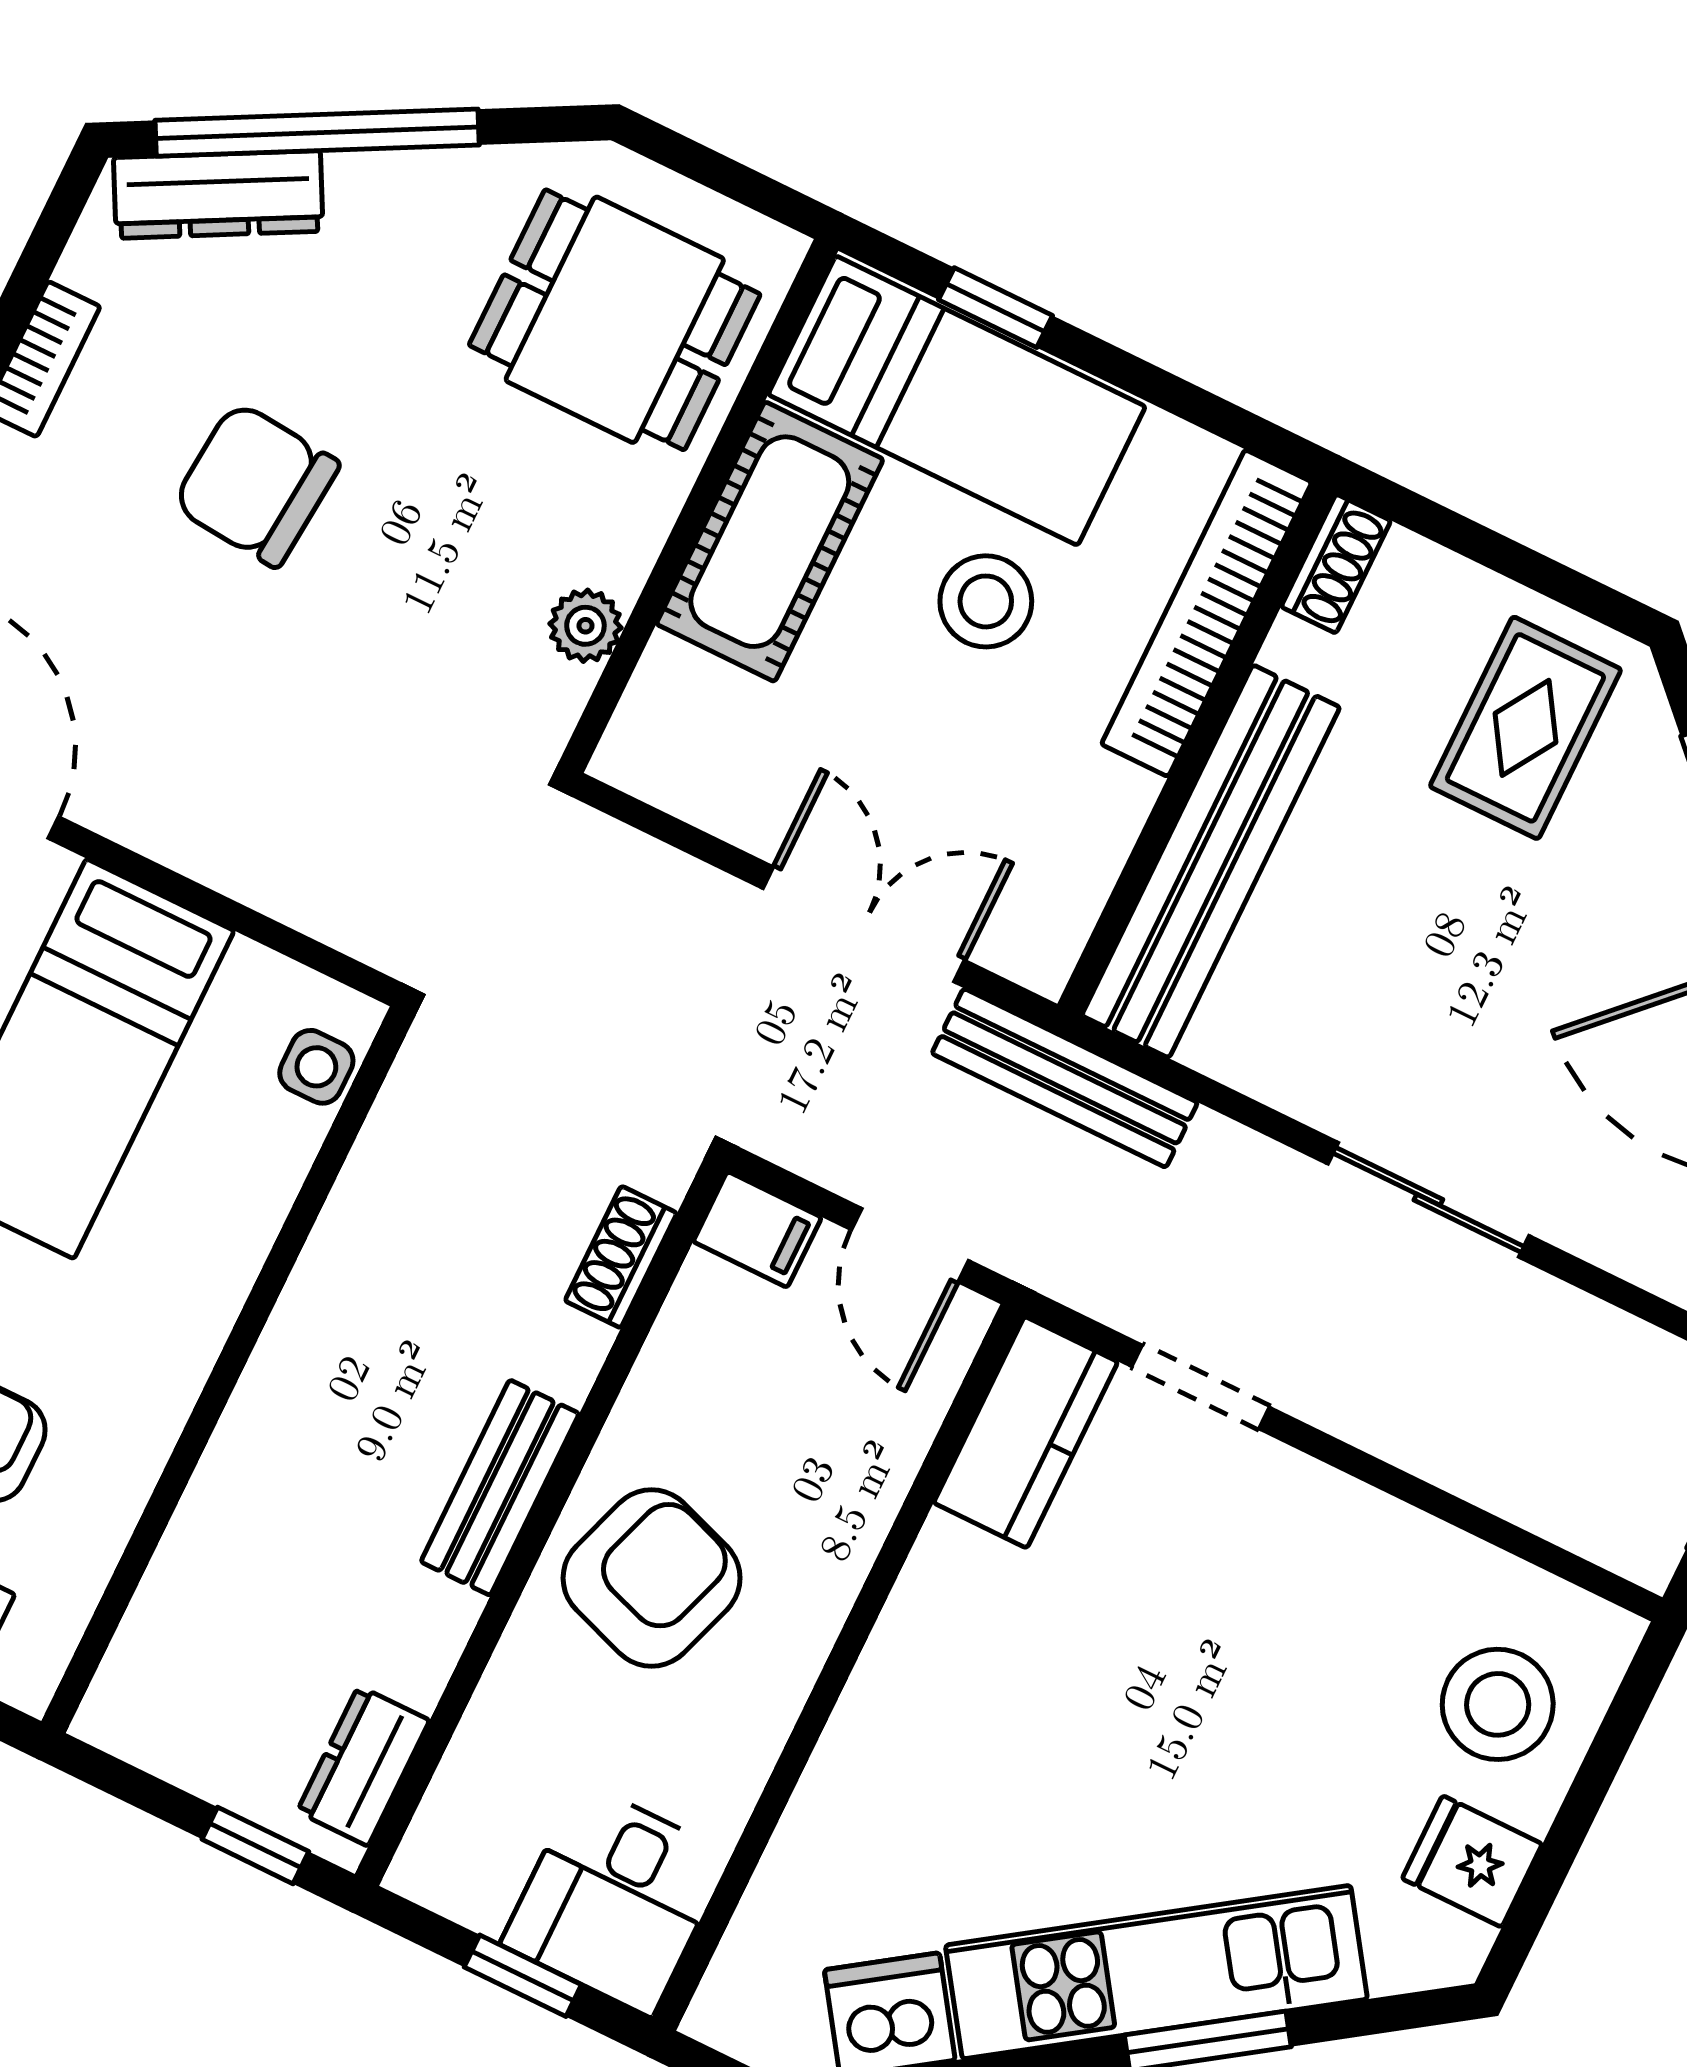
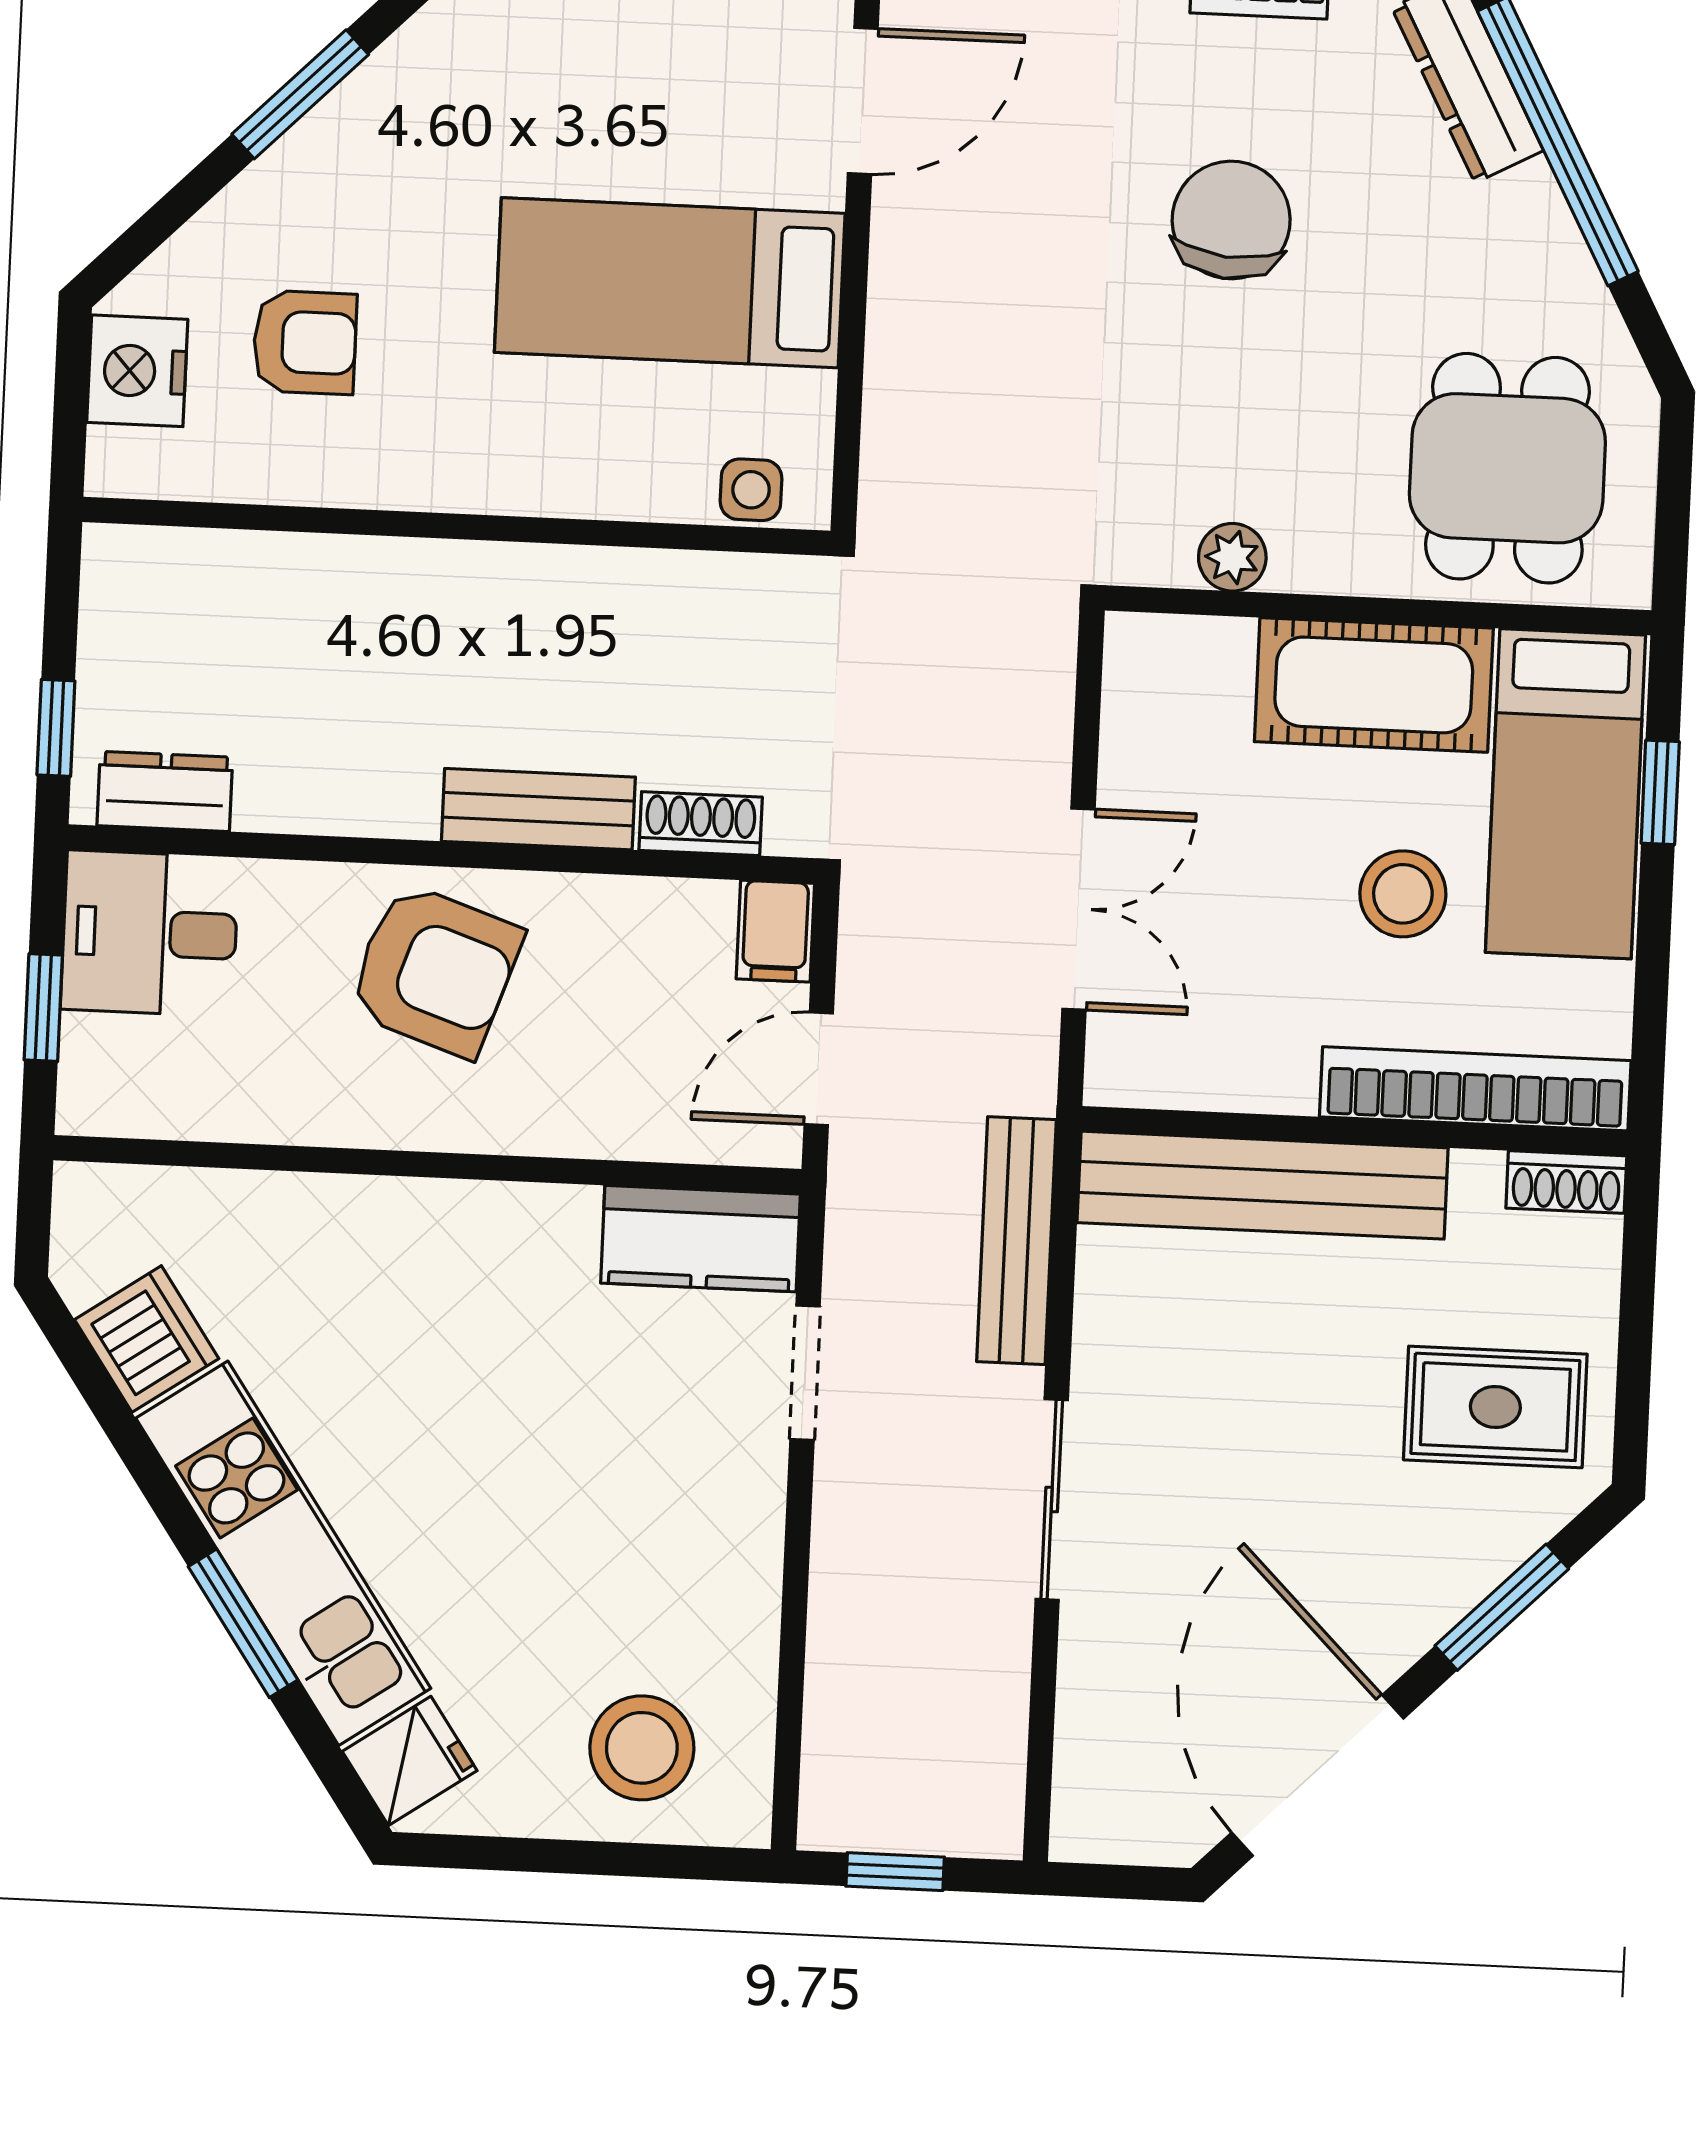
bench: (1065, 1078) -> (1016, 1241), moved
bench: (500, 1488) -> (538, 809), moved
fridge: (1472, 1861) -> (410, 1761), moved, turned 56
desk: (616, 1899) -> (150, 933), moved

